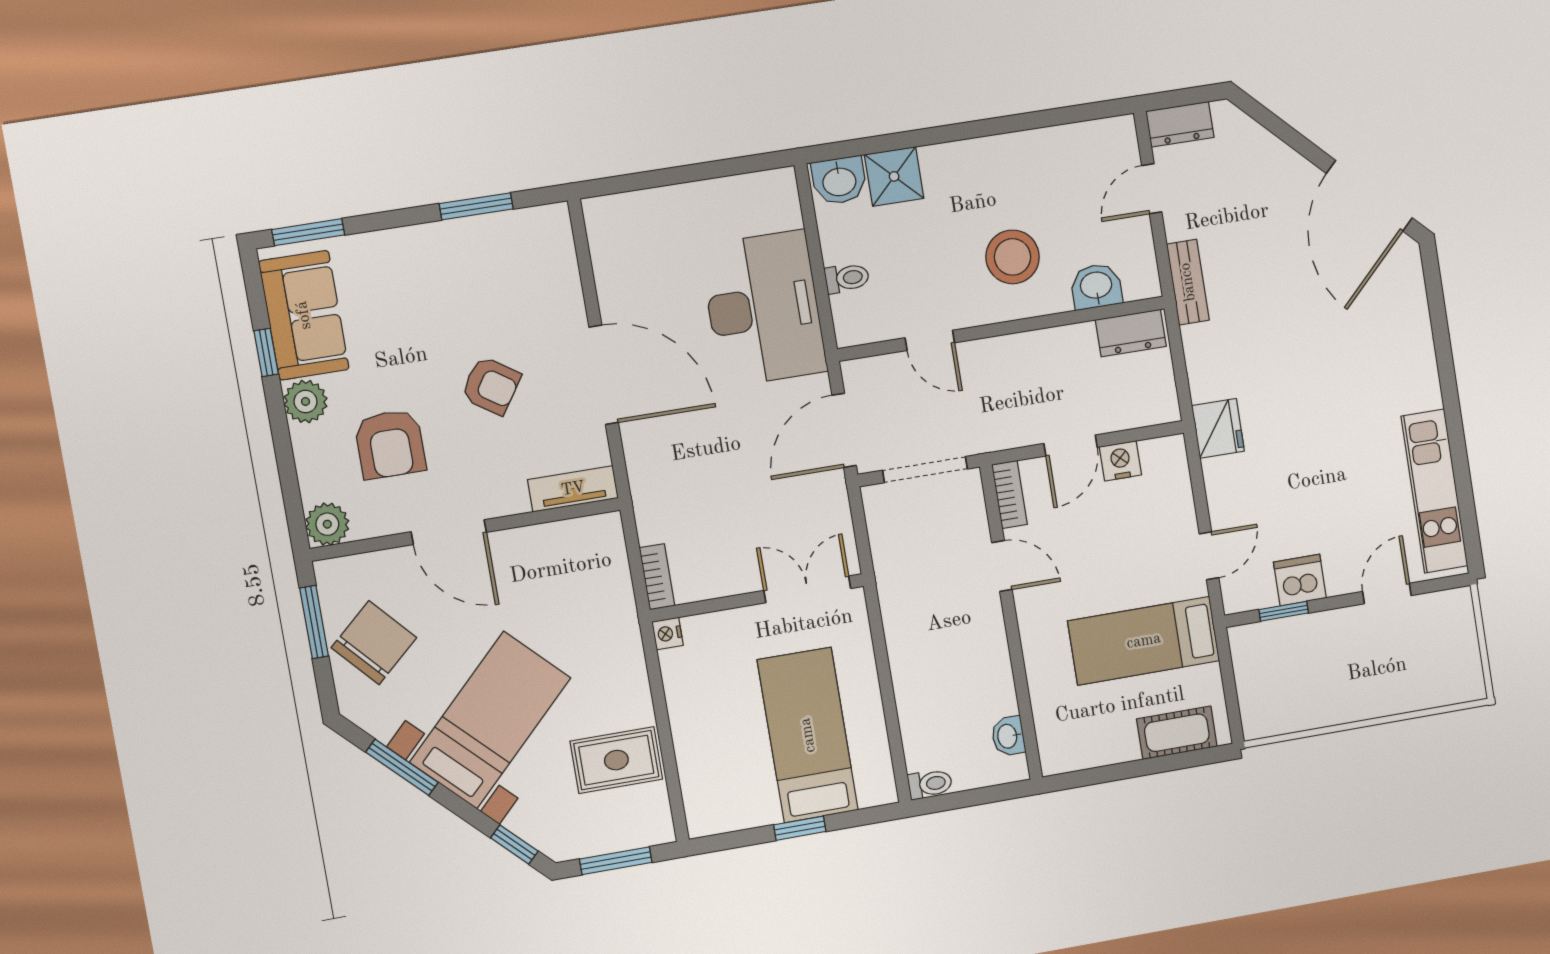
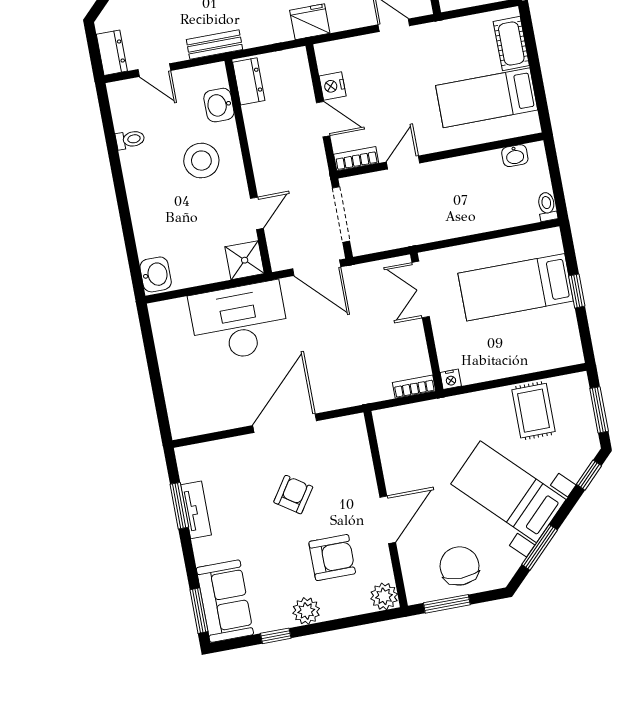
shower: (894, 176) -> (245, 260), moved
toilet: (847, 278) -> (130, 140), moved, turned 90
sofa: (304, 315) -> (225, 601), moved, turned 90
tv unit: (573, 489) -> (196, 510), moved, turned 180
bed: (1144, 641) -> (487, 98), moved, turned 90
chair: (374, 643) -> (459, 566), turned 42

